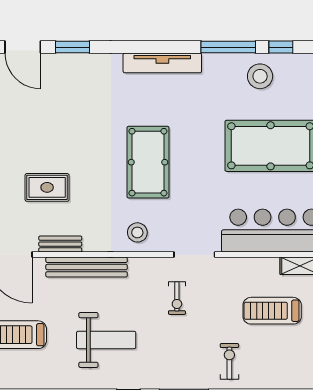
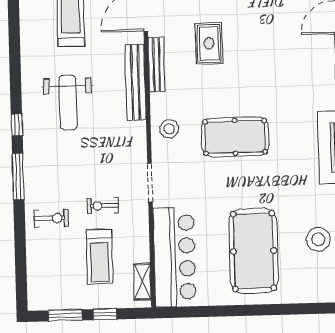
bench: (60, 244) -> (157, 64), width x1.36
exercise bike: (177, 298) -> (103, 206), moved
treadmill: (272, 311) -> (100, 257), turned 180

